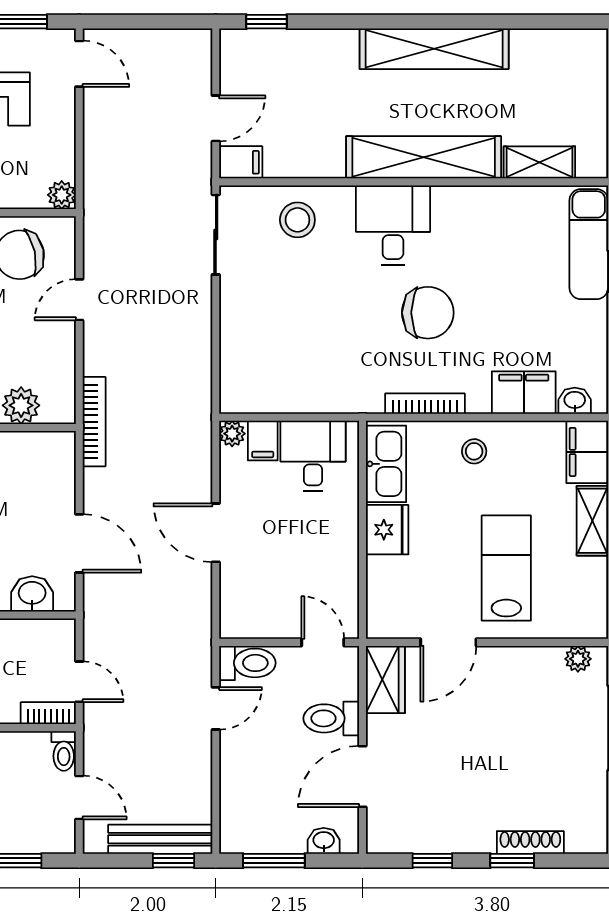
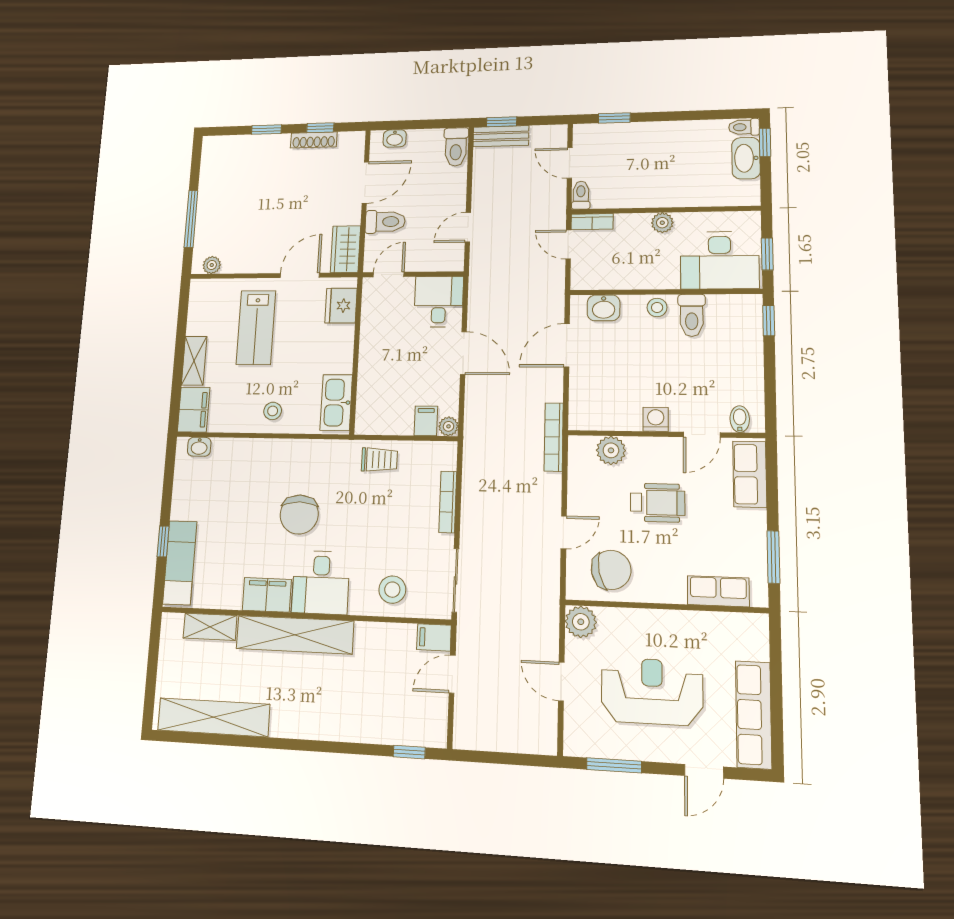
shelving: (434, 49) -> (214, 717), moved
door: (79, 64) -> (561, 681), moved
plant: (62, 195) -> (581, 622), width x1.38, depth x1.38
chair: (428, 313) -> (299, 515), turned -90
trolley: (323, 388) -> (379, 460), added
filing cabinet: (524, 393) -> (267, 595), moved, turned 180
bookcase: (425, 404) -> (448, 502), moved, turned 90
desk: (313, 456) -> (439, 302), moved, turned 180
fridge: (387, 530) -> (341, 306), moved
door: (79, 543) -> (567, 345), hinge flipped
door: (323, 642) -> (389, 275), swing flipped
toilet: (247, 663) -> (456, 147), moved, turned -90
bench: (160, 839) -> (501, 136), width x0.73
shoe rack: (530, 842) -> (314, 140), moved
window: (274, 861) -> (430, 124), removed

